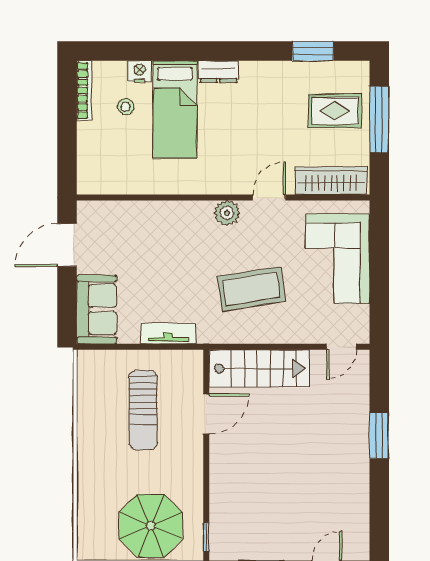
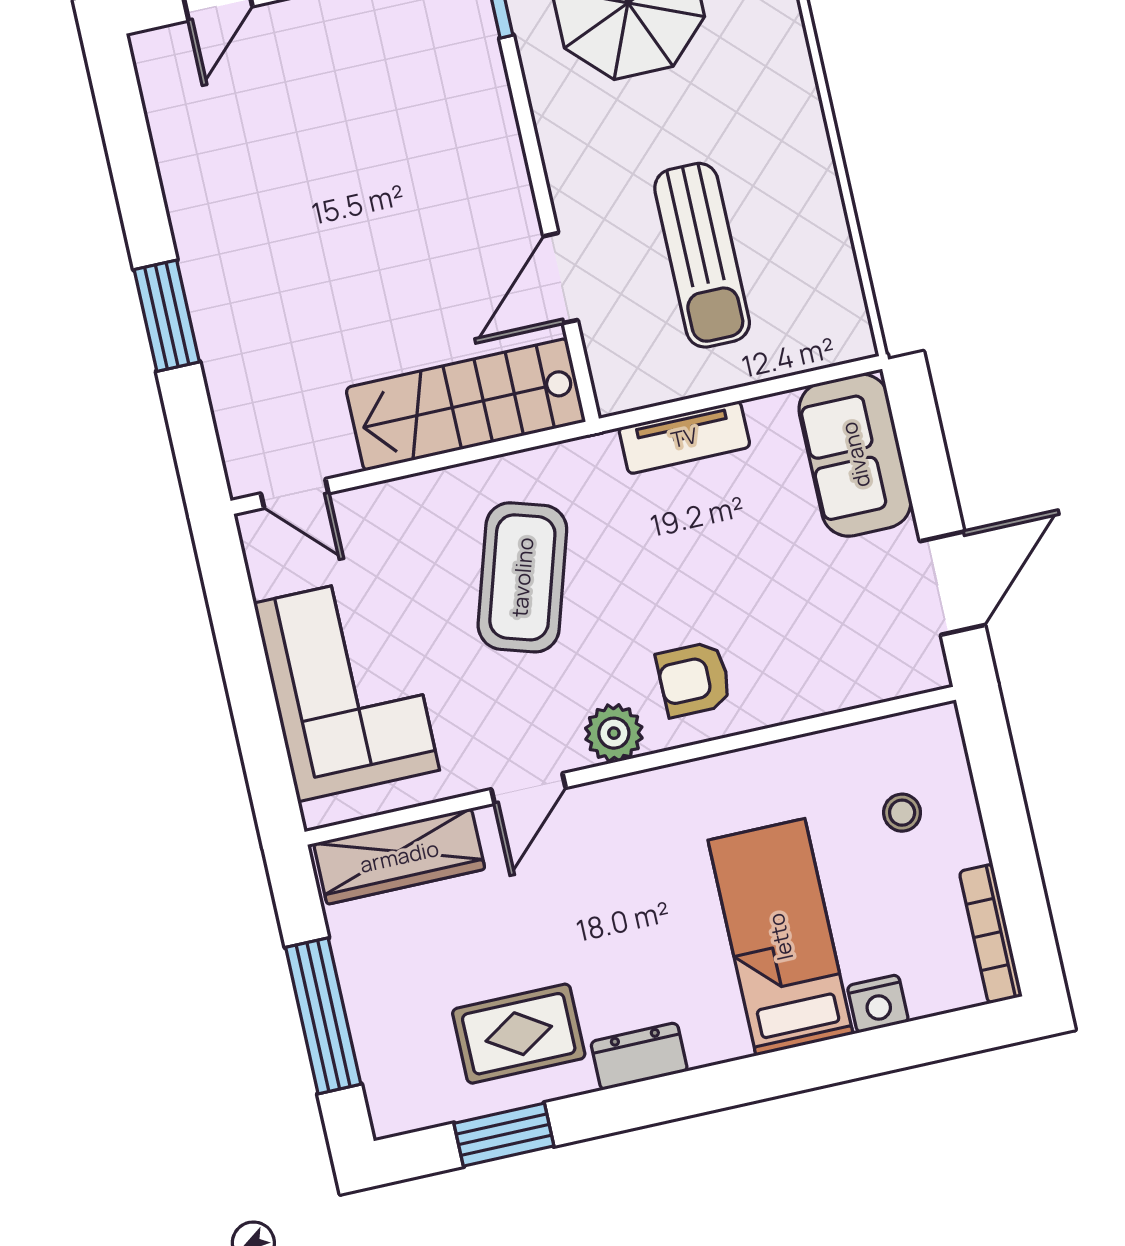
dresser: (218, 72) -> (639, 1056), moved
stool: (126, 107) -> (902, 813), moved
rug: (335, 111) -> (519, 1034), moved
armchair: (187, 229) -> (694, 679), added
coffee table: (251, 289) -> (522, 577), turned -64
door: (341, 347) -> (295, 493), swing flipped
sun lounger: (143, 410) -> (702, 255), turned 180

